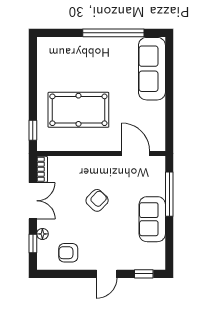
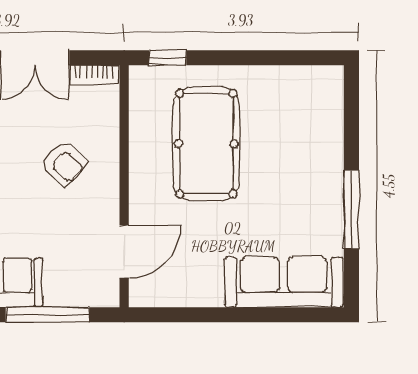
window: (113, 33) -> (351, 210), width x0.68
armchair: (97, 200) -> (64, 163), moved

